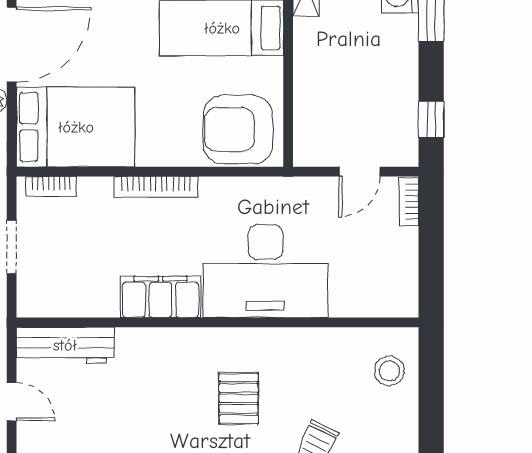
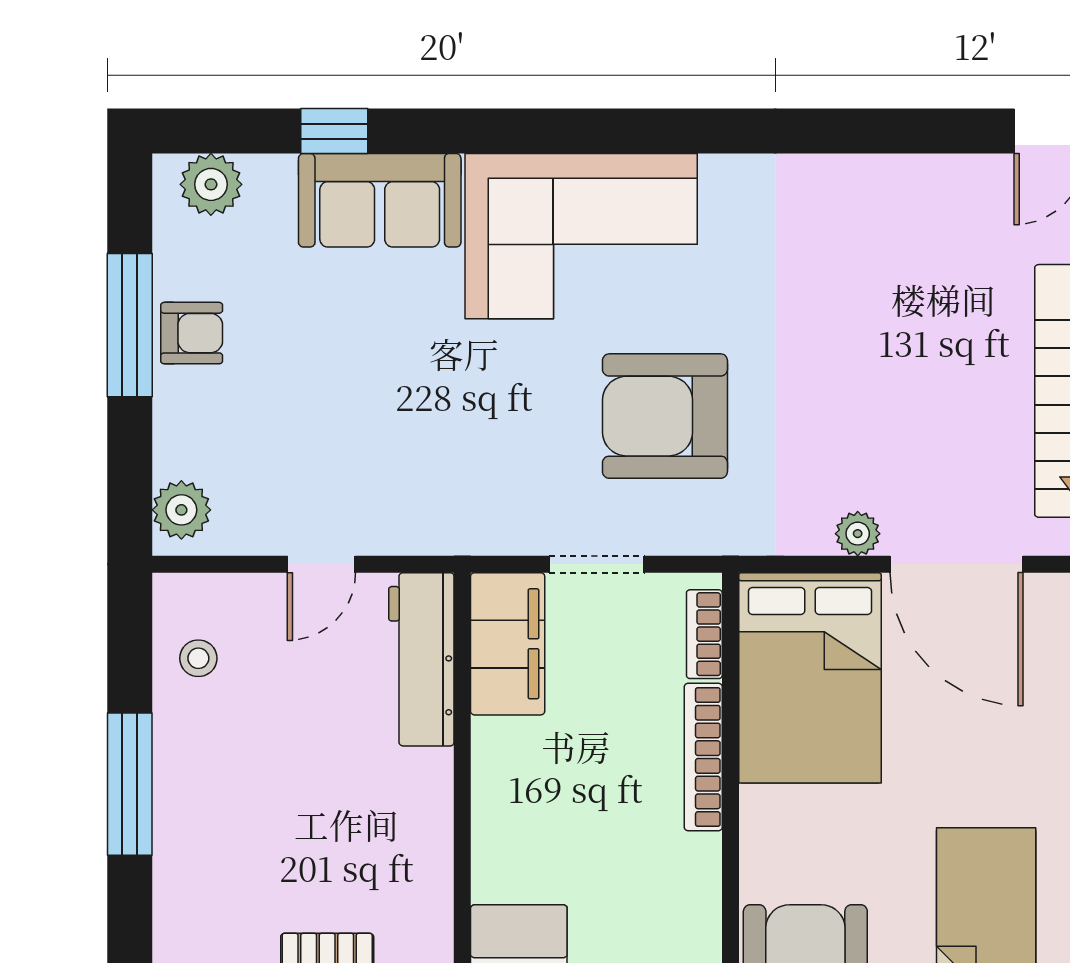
bookcase: (156, 187) -> (703, 757), moved
filing cabinet: (161, 297) -> (508, 644), moved

